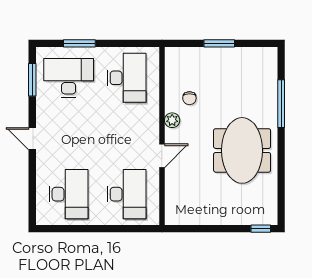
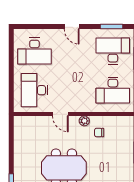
desk: (69, 78) -> (113, 51), turned -90
door: (32, 139) -> (72, 27), swing flipped
desk: (127, 194) -> (34, 90), turned 90

